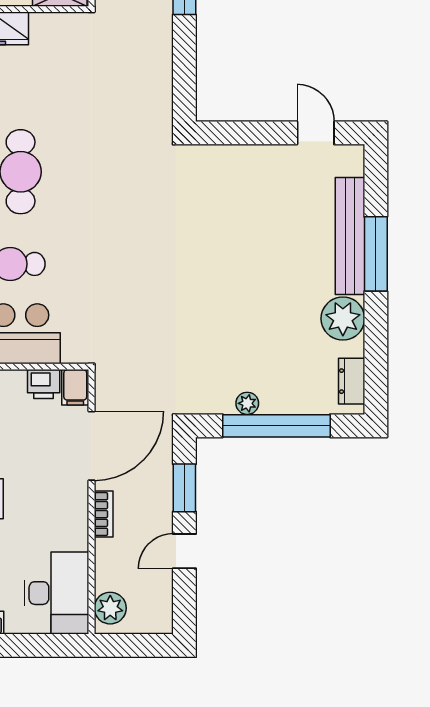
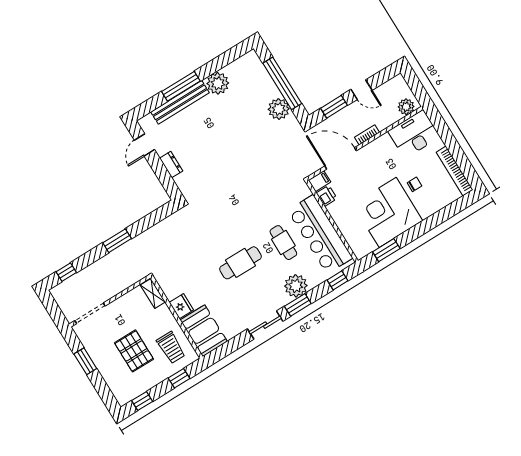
dresser: (352, 381) -> (171, 165), moved, turned -90
plant: (247, 403) -> (279, 109), width x1.88, depth x1.88

